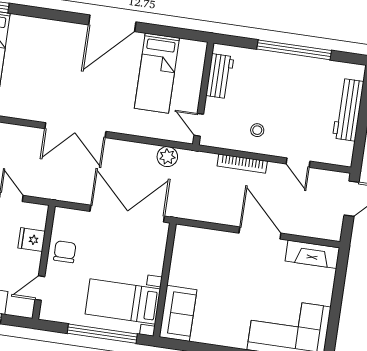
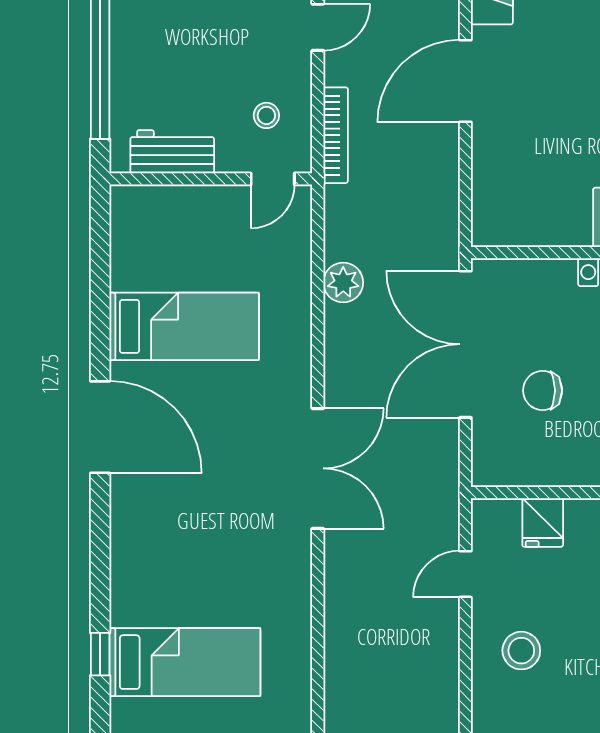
workbench: (220, 76) -> (172, 152), moved
wall: (203, 94) -> (211, 179), moved
door: (199, 125) -> (273, 179), moved
chair: (65, 252) -> (543, 390), moved

